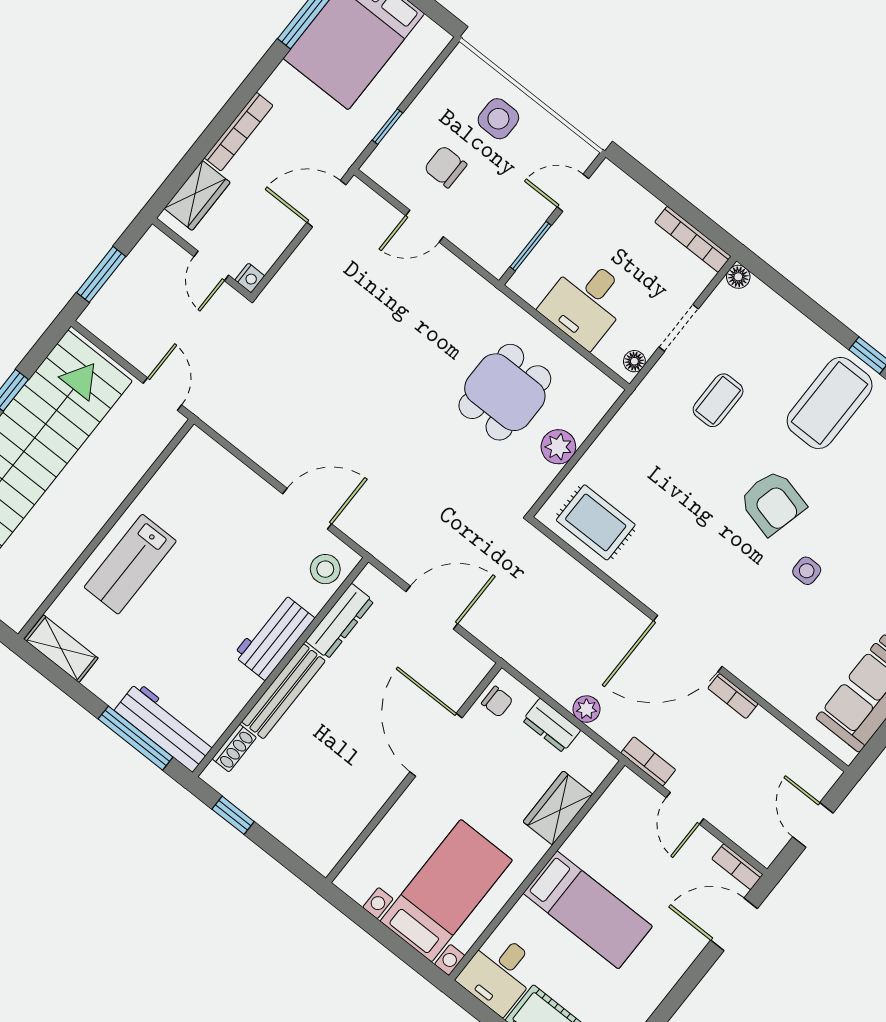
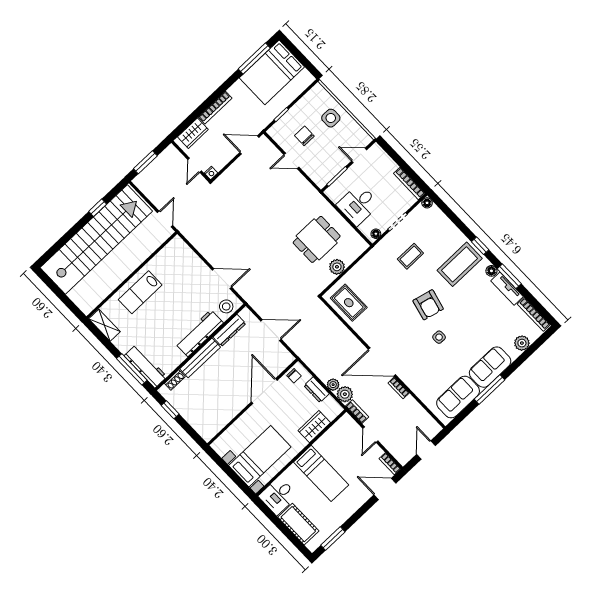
workbench: (274, 637) -> (199, 333), width x1.37
plant: (616, 727) -> (345, 394), added

